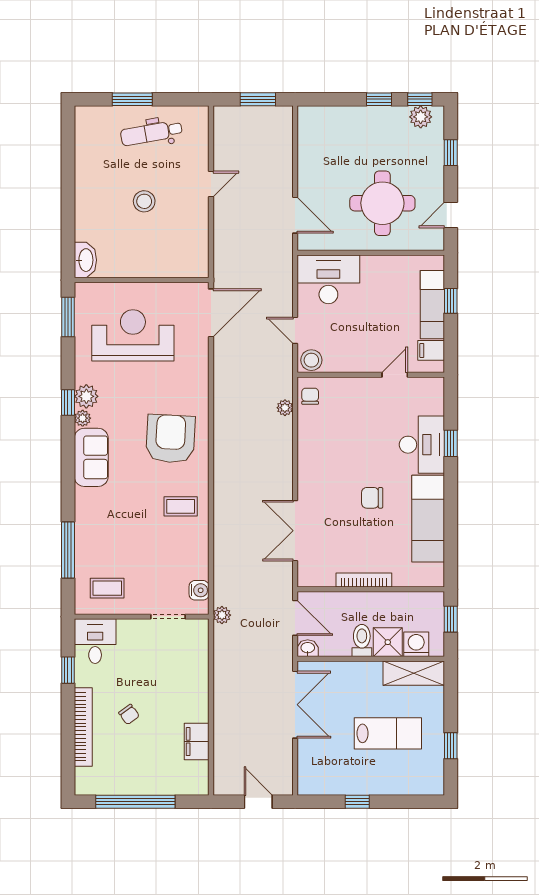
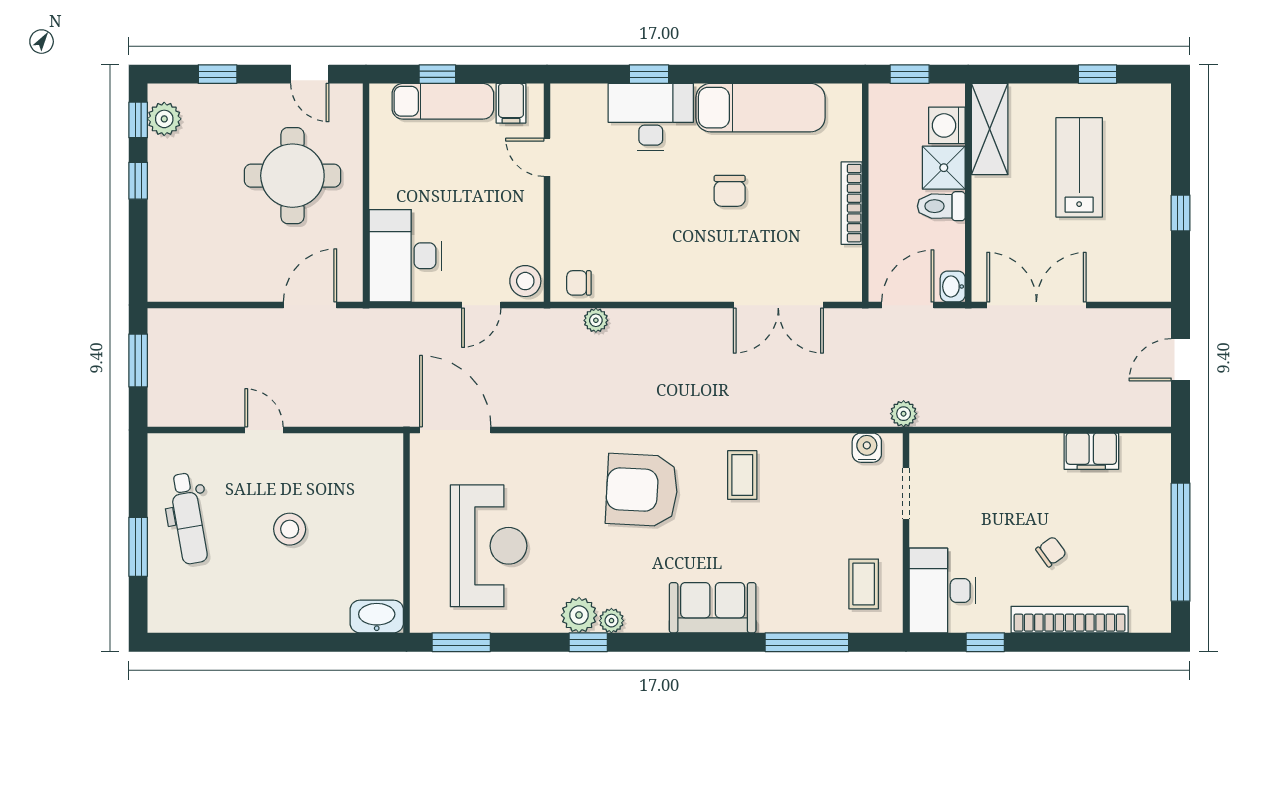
reception desk: (133, 335) -> (489, 546), turned 180
sofa: (91, 457) -> (713, 608), moved
desk: (95, 641) -> (942, 591), width x1.37

